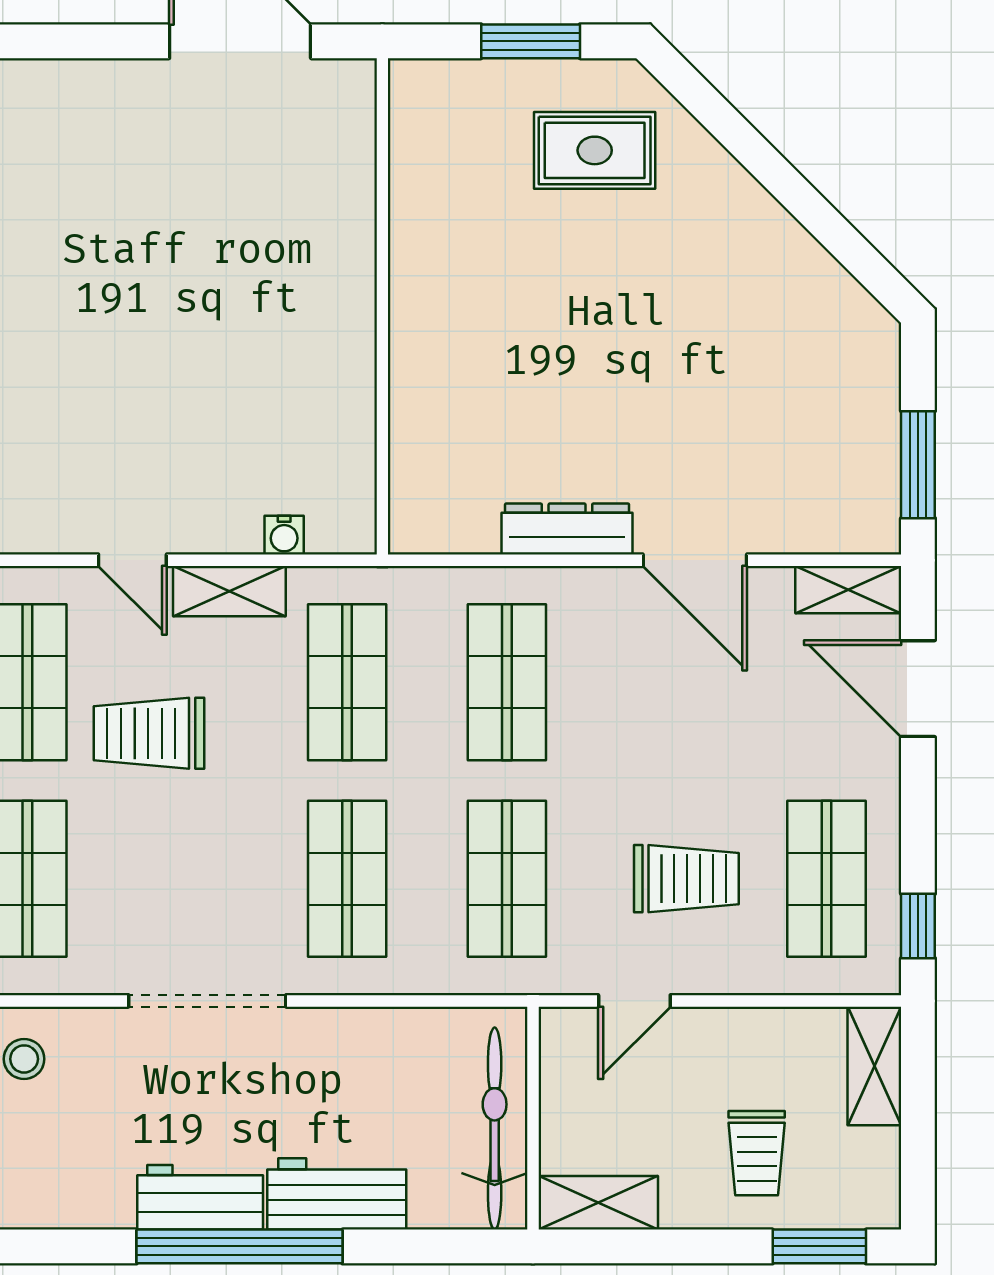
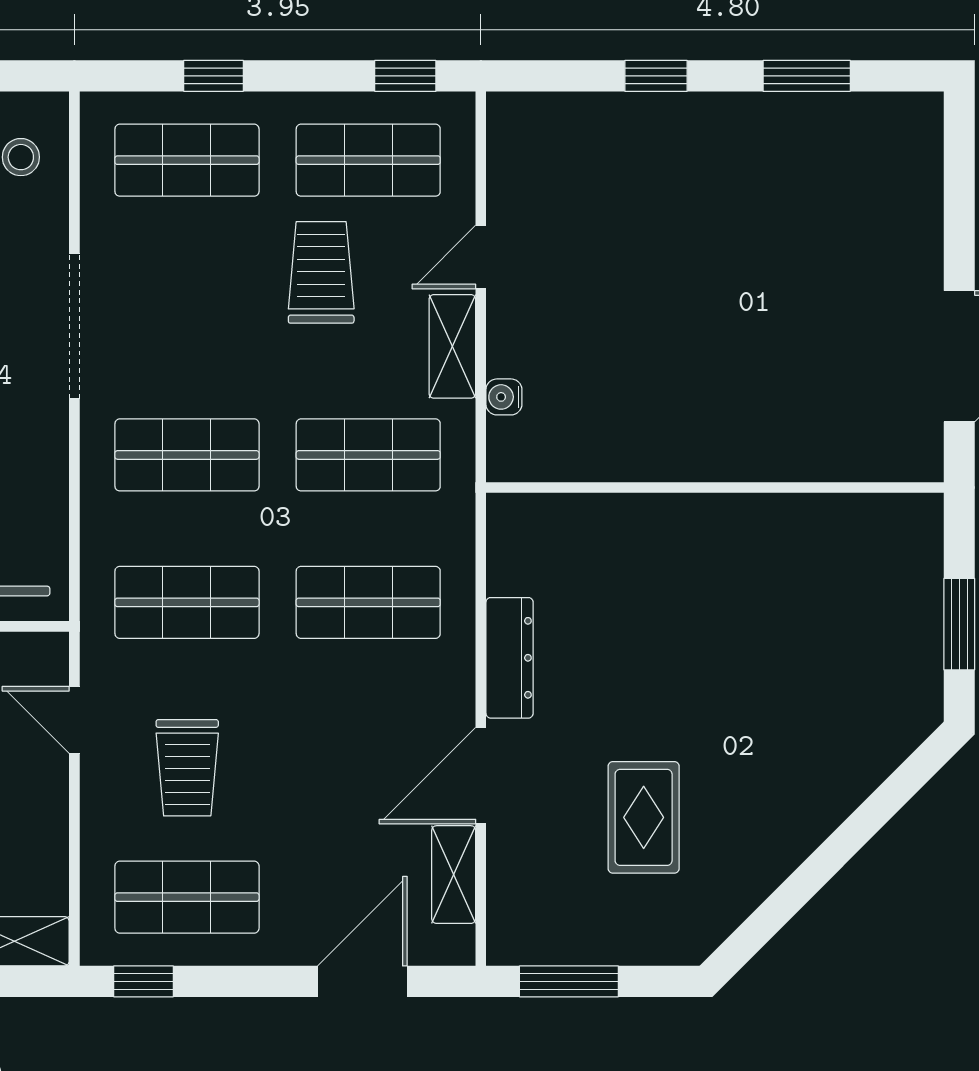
rug: (595, 150) -> (644, 817), moved
shelving: (848, 590) -> (454, 875), moved

